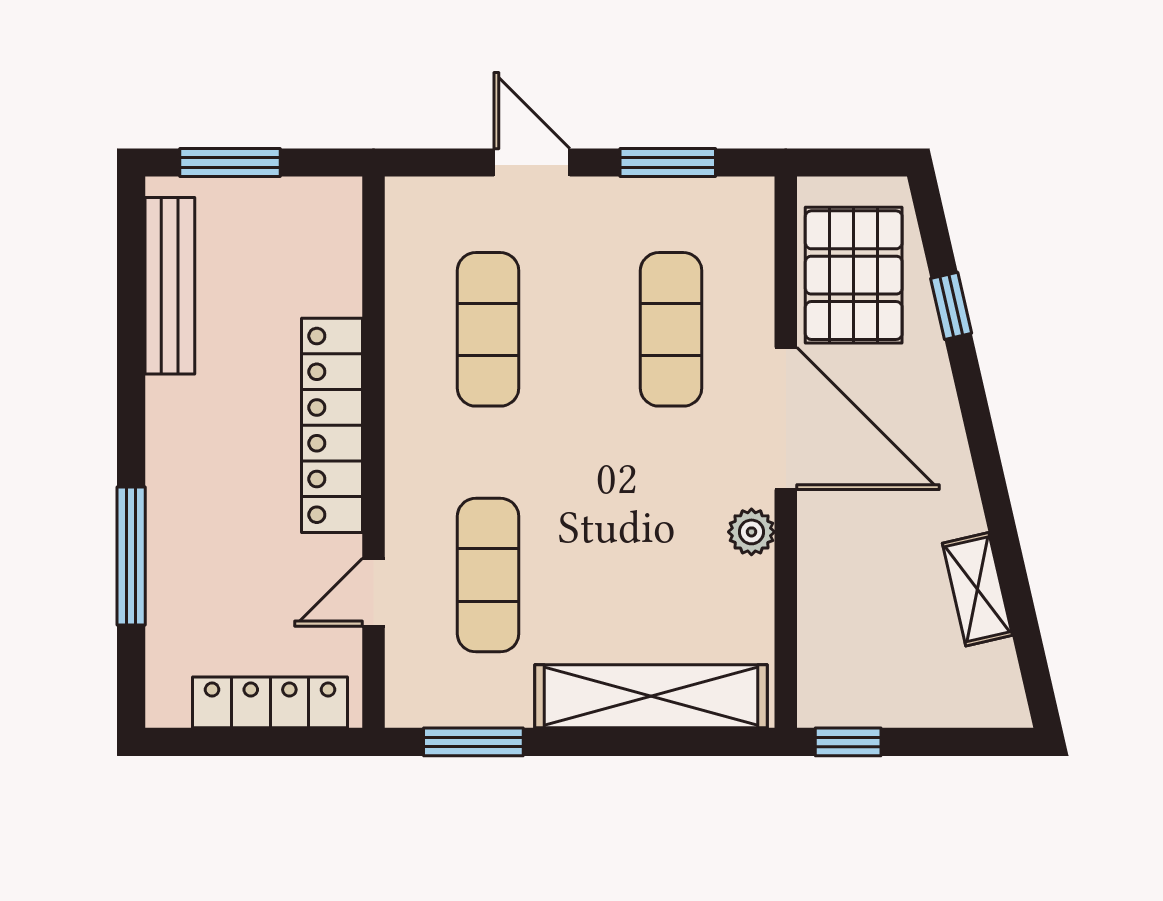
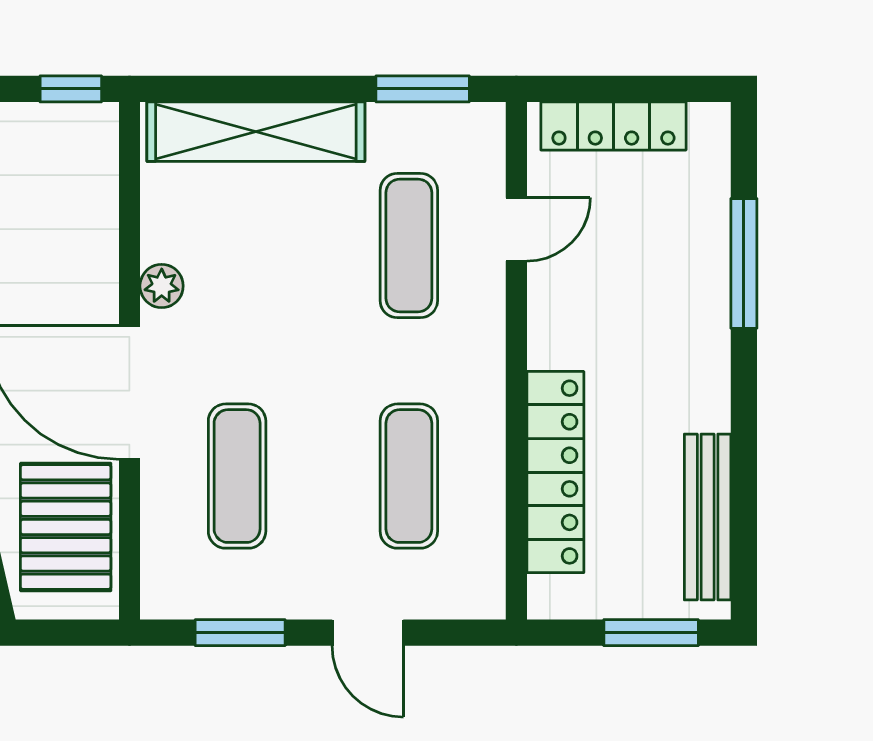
locker: (332, 425) -> (555, 472), moved

